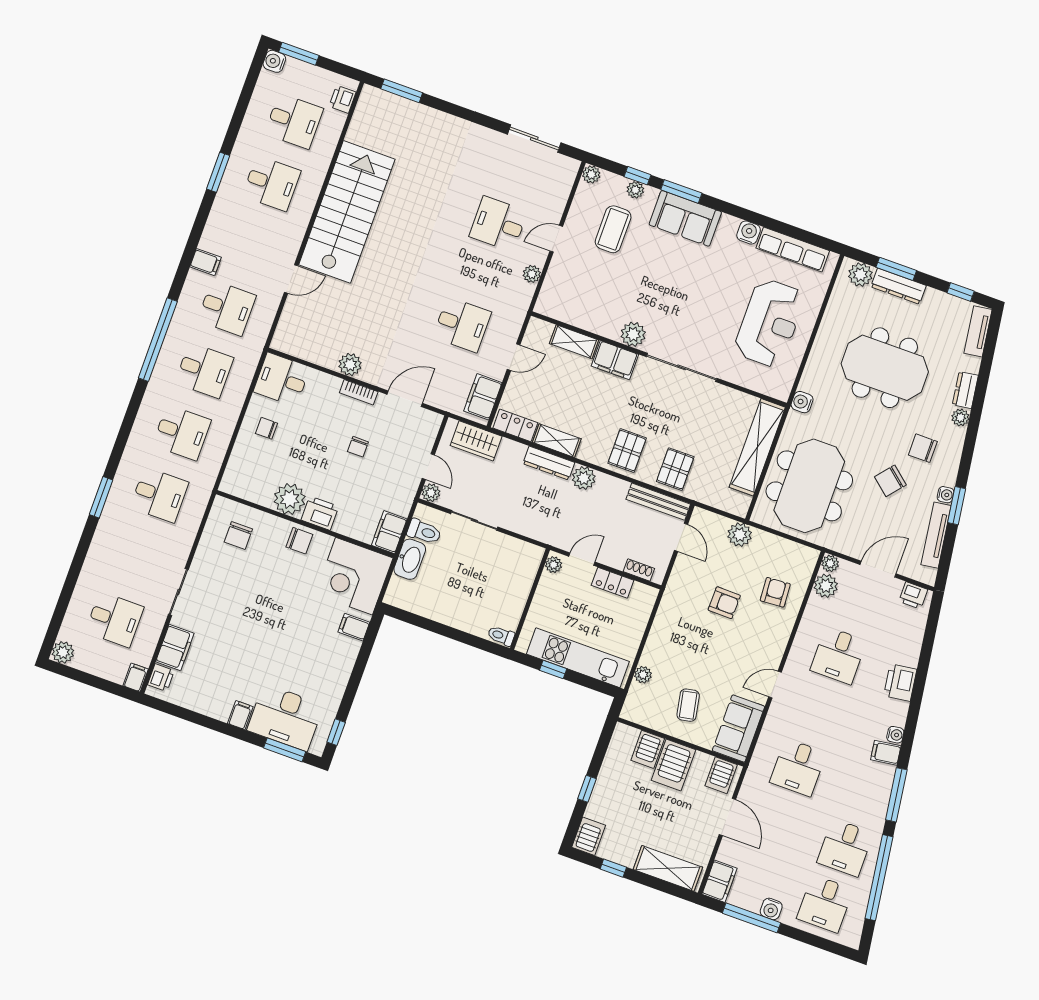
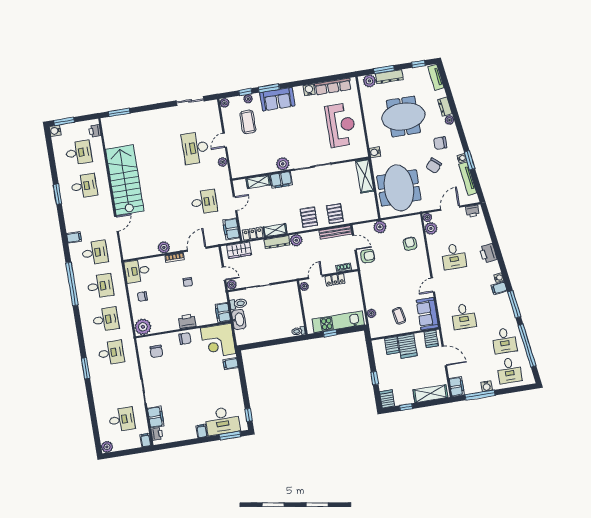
desk: (498, 224) -> (195, 148), width x1.37
shelving: (757, 447) -> (365, 176), width x0.68
plant: (290, 499) -> (143, 327), moved
armchair: (724, 603) -> (368, 256), moved

